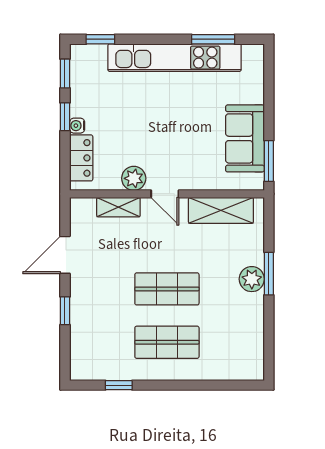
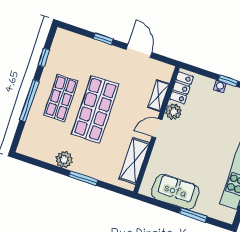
locker: (81, 158) -> (181, 88), moved, turned -90
window: (269, 161) -> (193, 215), moved
plant: (252, 279) -> (64, 160), moved
shop shelf: (167, 289) -> (95, 109), width x1.43, depth x1.36
window: (186, 385) -> (29, 101), added

